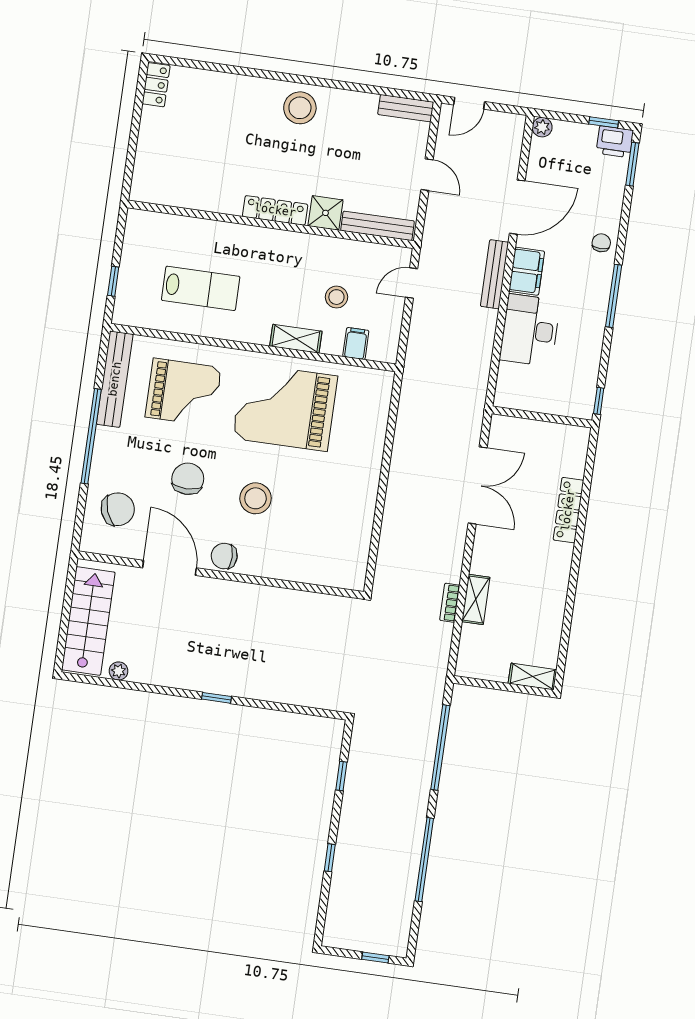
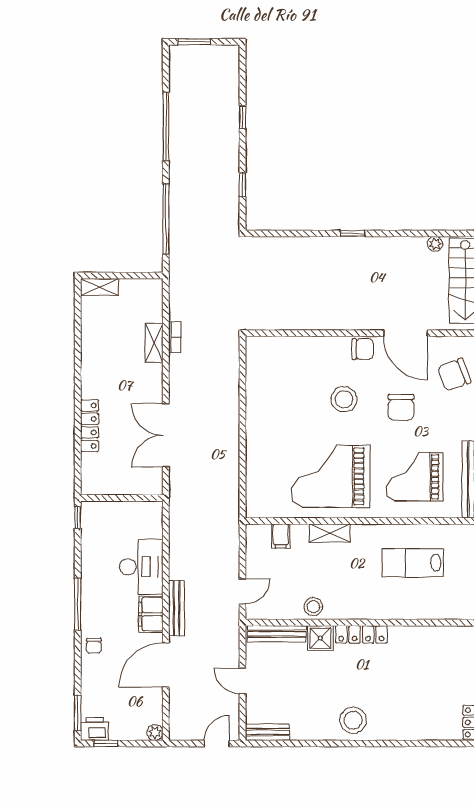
stool: (336, 297) -> (313, 607), moved
grand piano: (285, 407) -> (331, 476), turned 180
window: (375, 957) -> (194, 42), width x1.50

